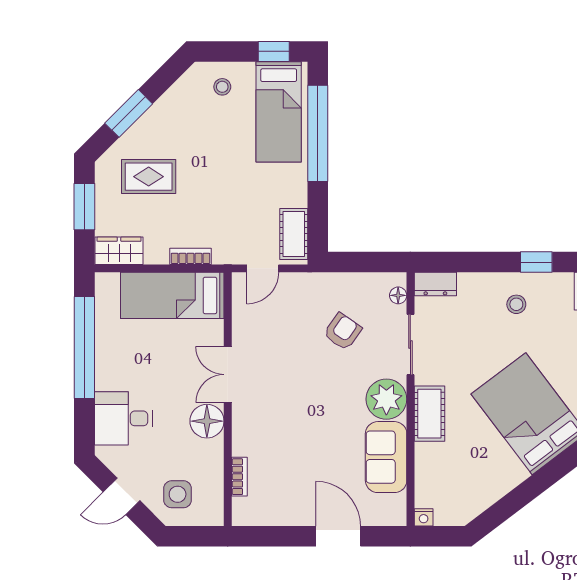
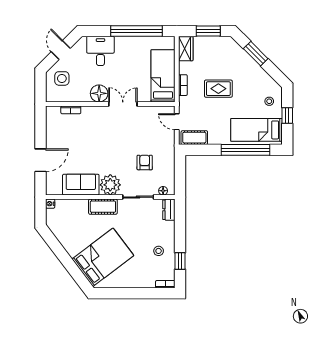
window: (274, 51) -> (287, 116), moved
rug: (149, 177) -> (218, 89), moved, turned 90
armchair: (343, 332) -> (145, 162), turned -125

